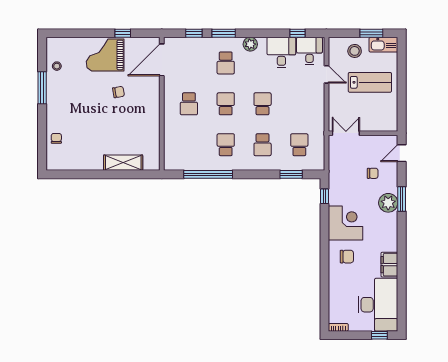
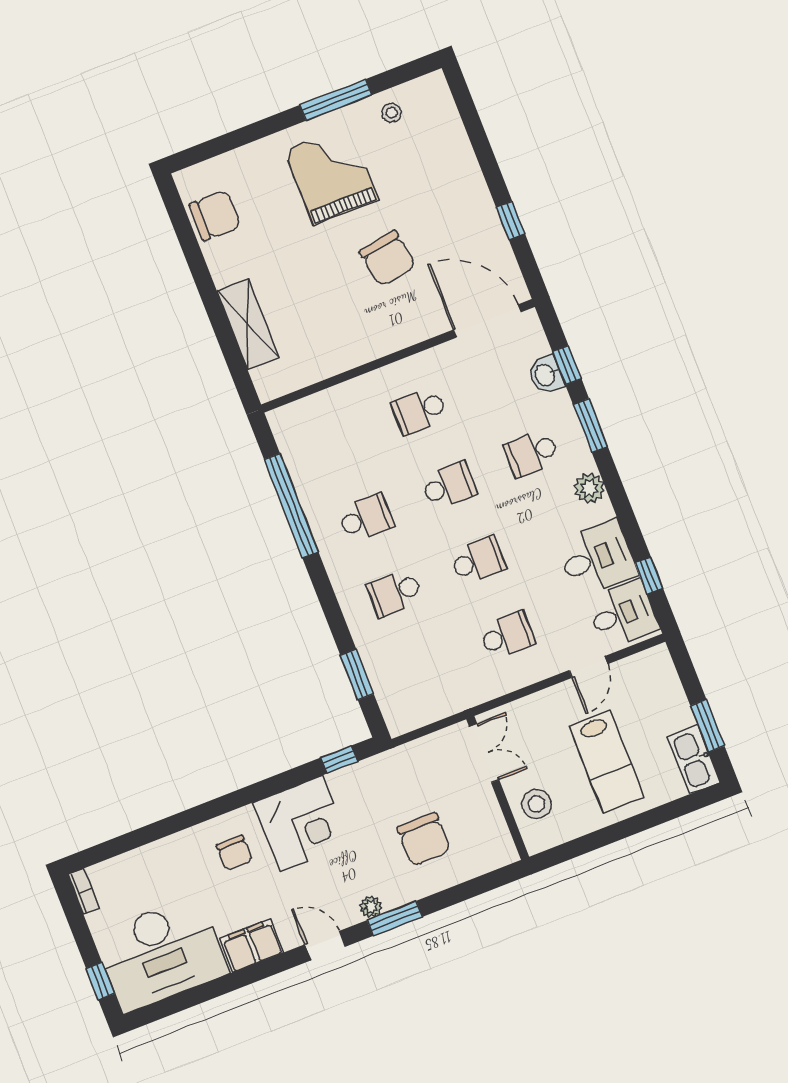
washbasin: (195, 44) -> (546, 375), added
stool: (355, 51) -> (536, 804), moved
grand piano: (105, 55) -> (331, 175), moved
chair: (118, 92) -> (388, 258), width x1.87, depth x1.87
chair: (56, 138) -> (215, 215), moved, width x1.87, depth x1.87
school desk: (299, 145) -> (507, 635), moved
door: (402, 153) -> (325, 946), moved
chair: (373, 173) -> (424, 839), width x1.87, depth x1.87
plant: (388, 203) -> (371, 907), width x0.53, depth x0.53

